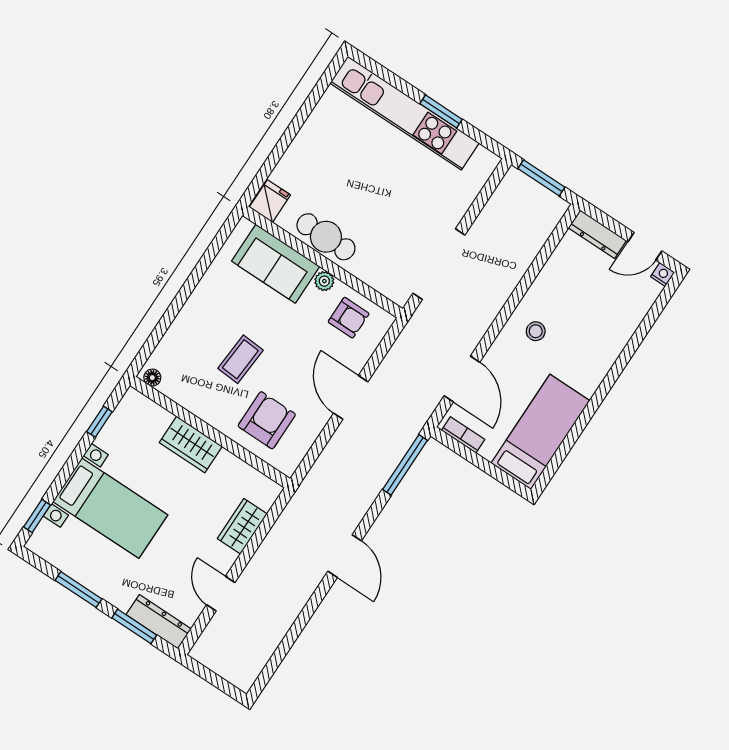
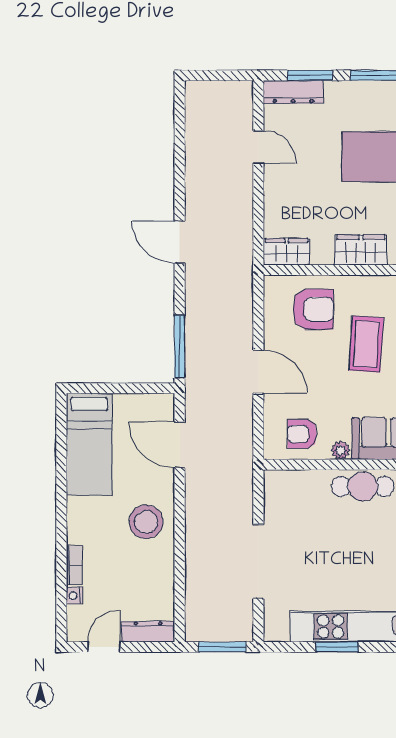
doorway: (439, 264) -> (258, 561), moved
nightstand: (663, 274) -> (74, 596), moved, turned 90
stool: (536, 331) -> (146, 522), width x1.89, depth x1.89
coffee table: (240, 359) -> (366, 344), width x1.36, depth x1.30
armchair: (267, 420) -> (313, 309), turned -90
bookcase: (463, 435) -> (74, 565), moved, turned -90
wardrobe: (242, 526) -> (286, 252), moved, turned -90

